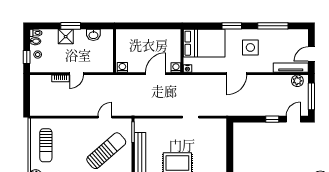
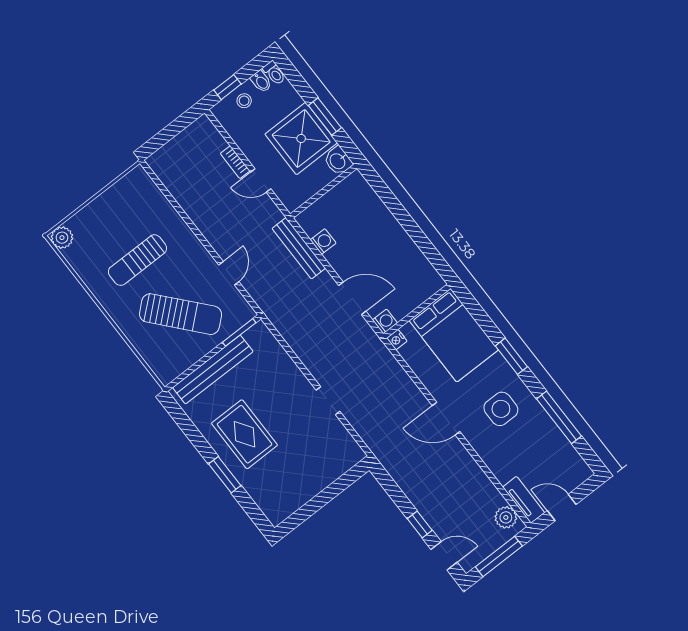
shower: (66, 37) -> (301, 138), width x1.86, depth x1.86
wall: (115, 51) -> (324, 191), moved
tv unit: (291, 68) -> (524, 500), width x0.71
bench: (117, 80) -> (299, 248), added
door: (105, 117) -> (229, 273), hinge flipped
sun lounger: (46, 145) -> (138, 260), moved

